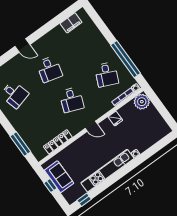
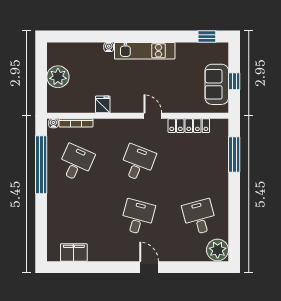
plant: (142, 102) -> (58, 77), moved
door: (91, 126) -> (153, 116), moved
kitchen unit: (107, 171) -> (145, 51), width x0.73

